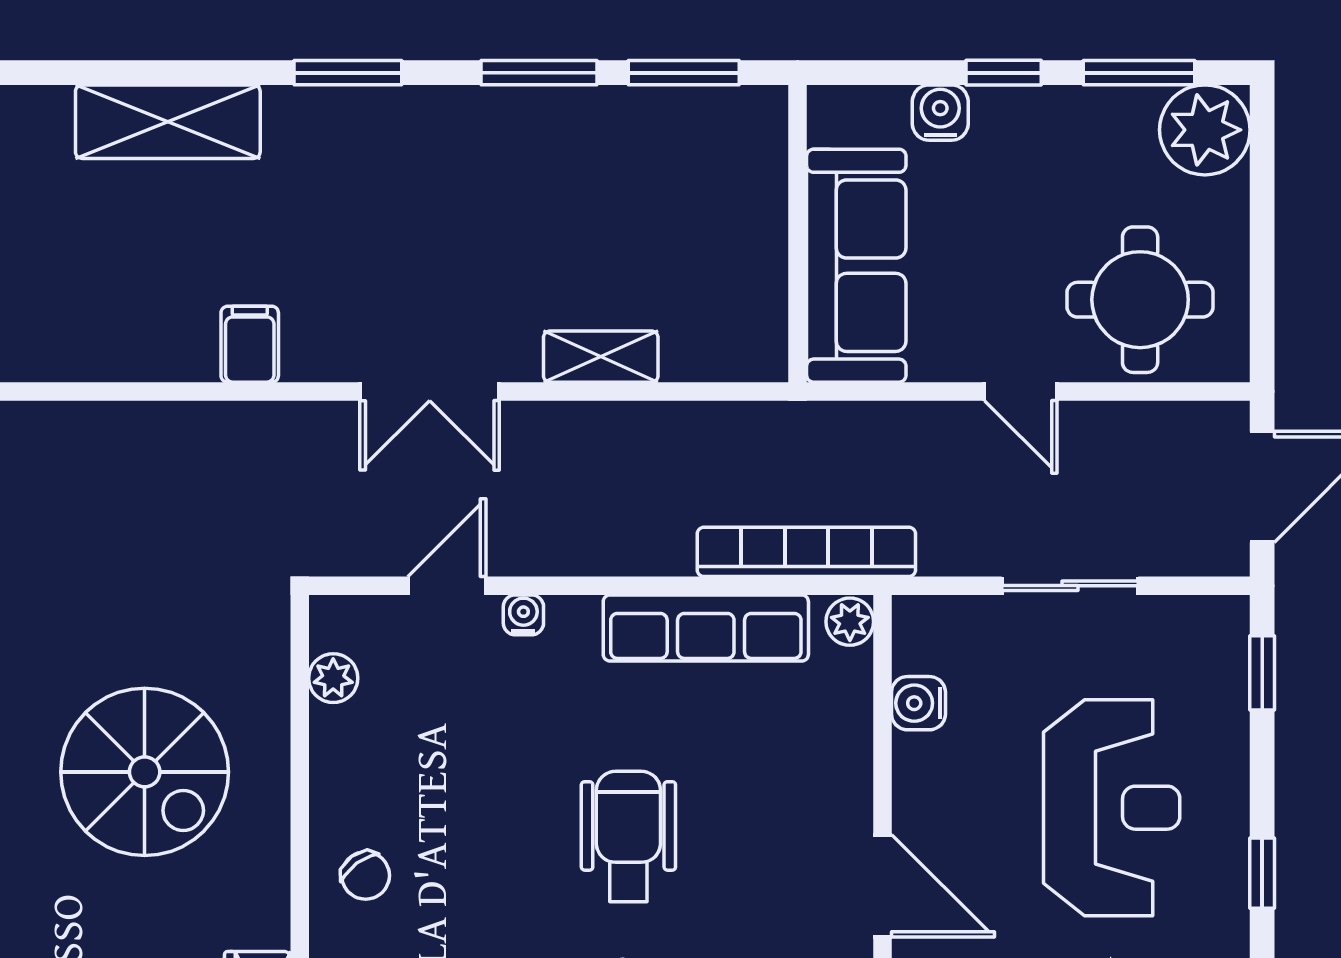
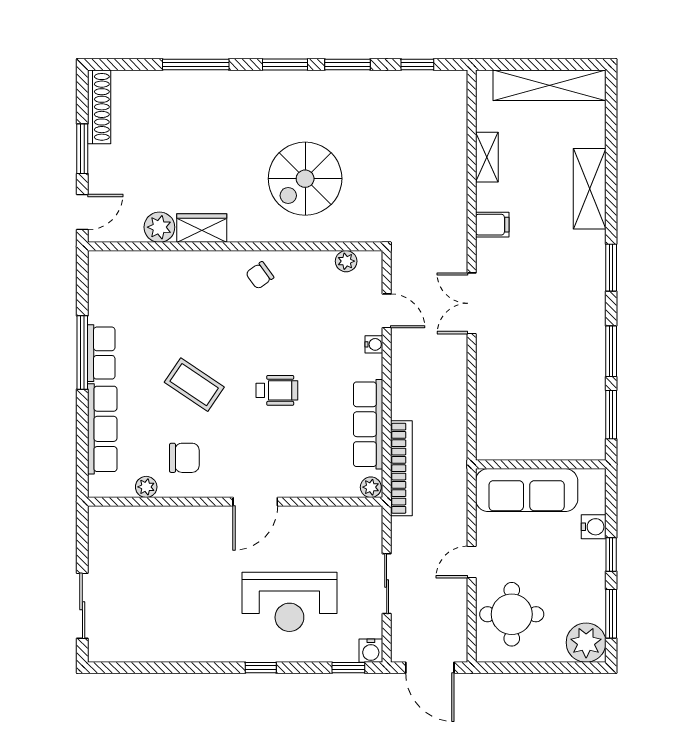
shelving: (601, 357) -> (487, 157), moved
water cooler: (918, 703) -> (371, 651), moved, turned 180
wheelchair: (628, 836) -> (277, 390), width x0.73, depth x0.73

